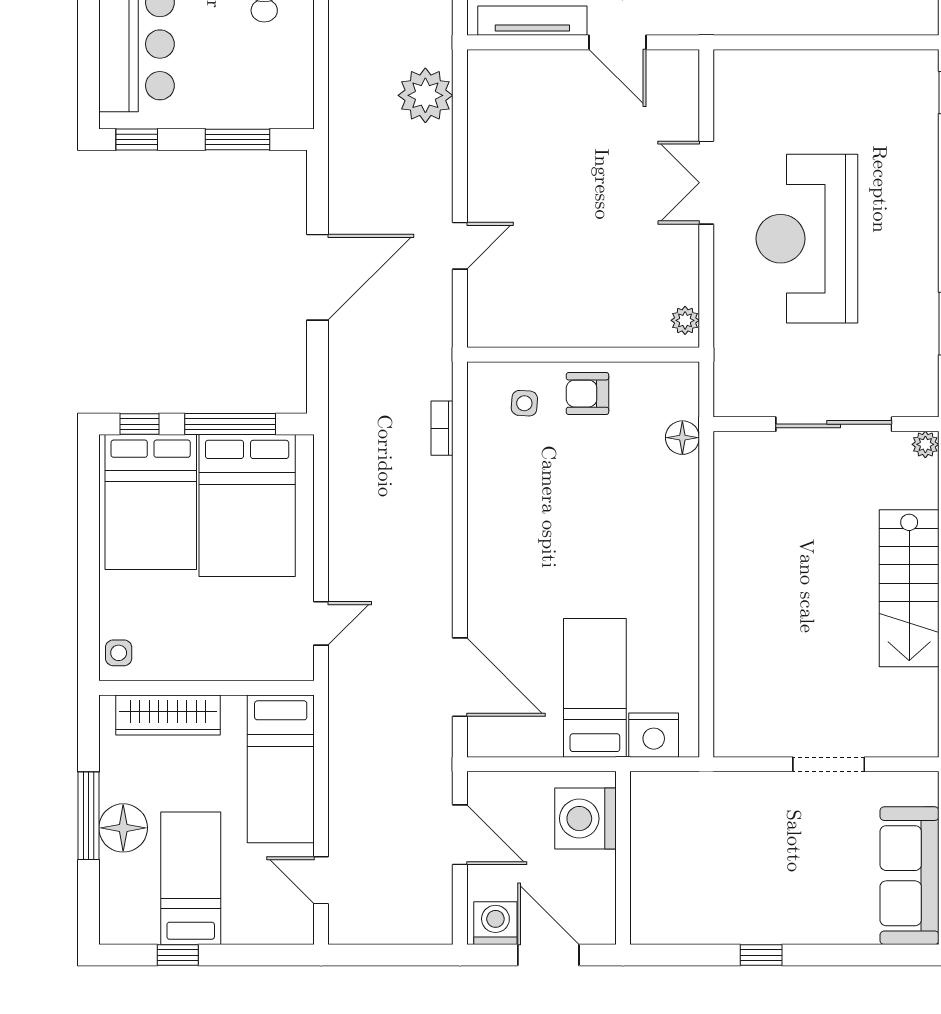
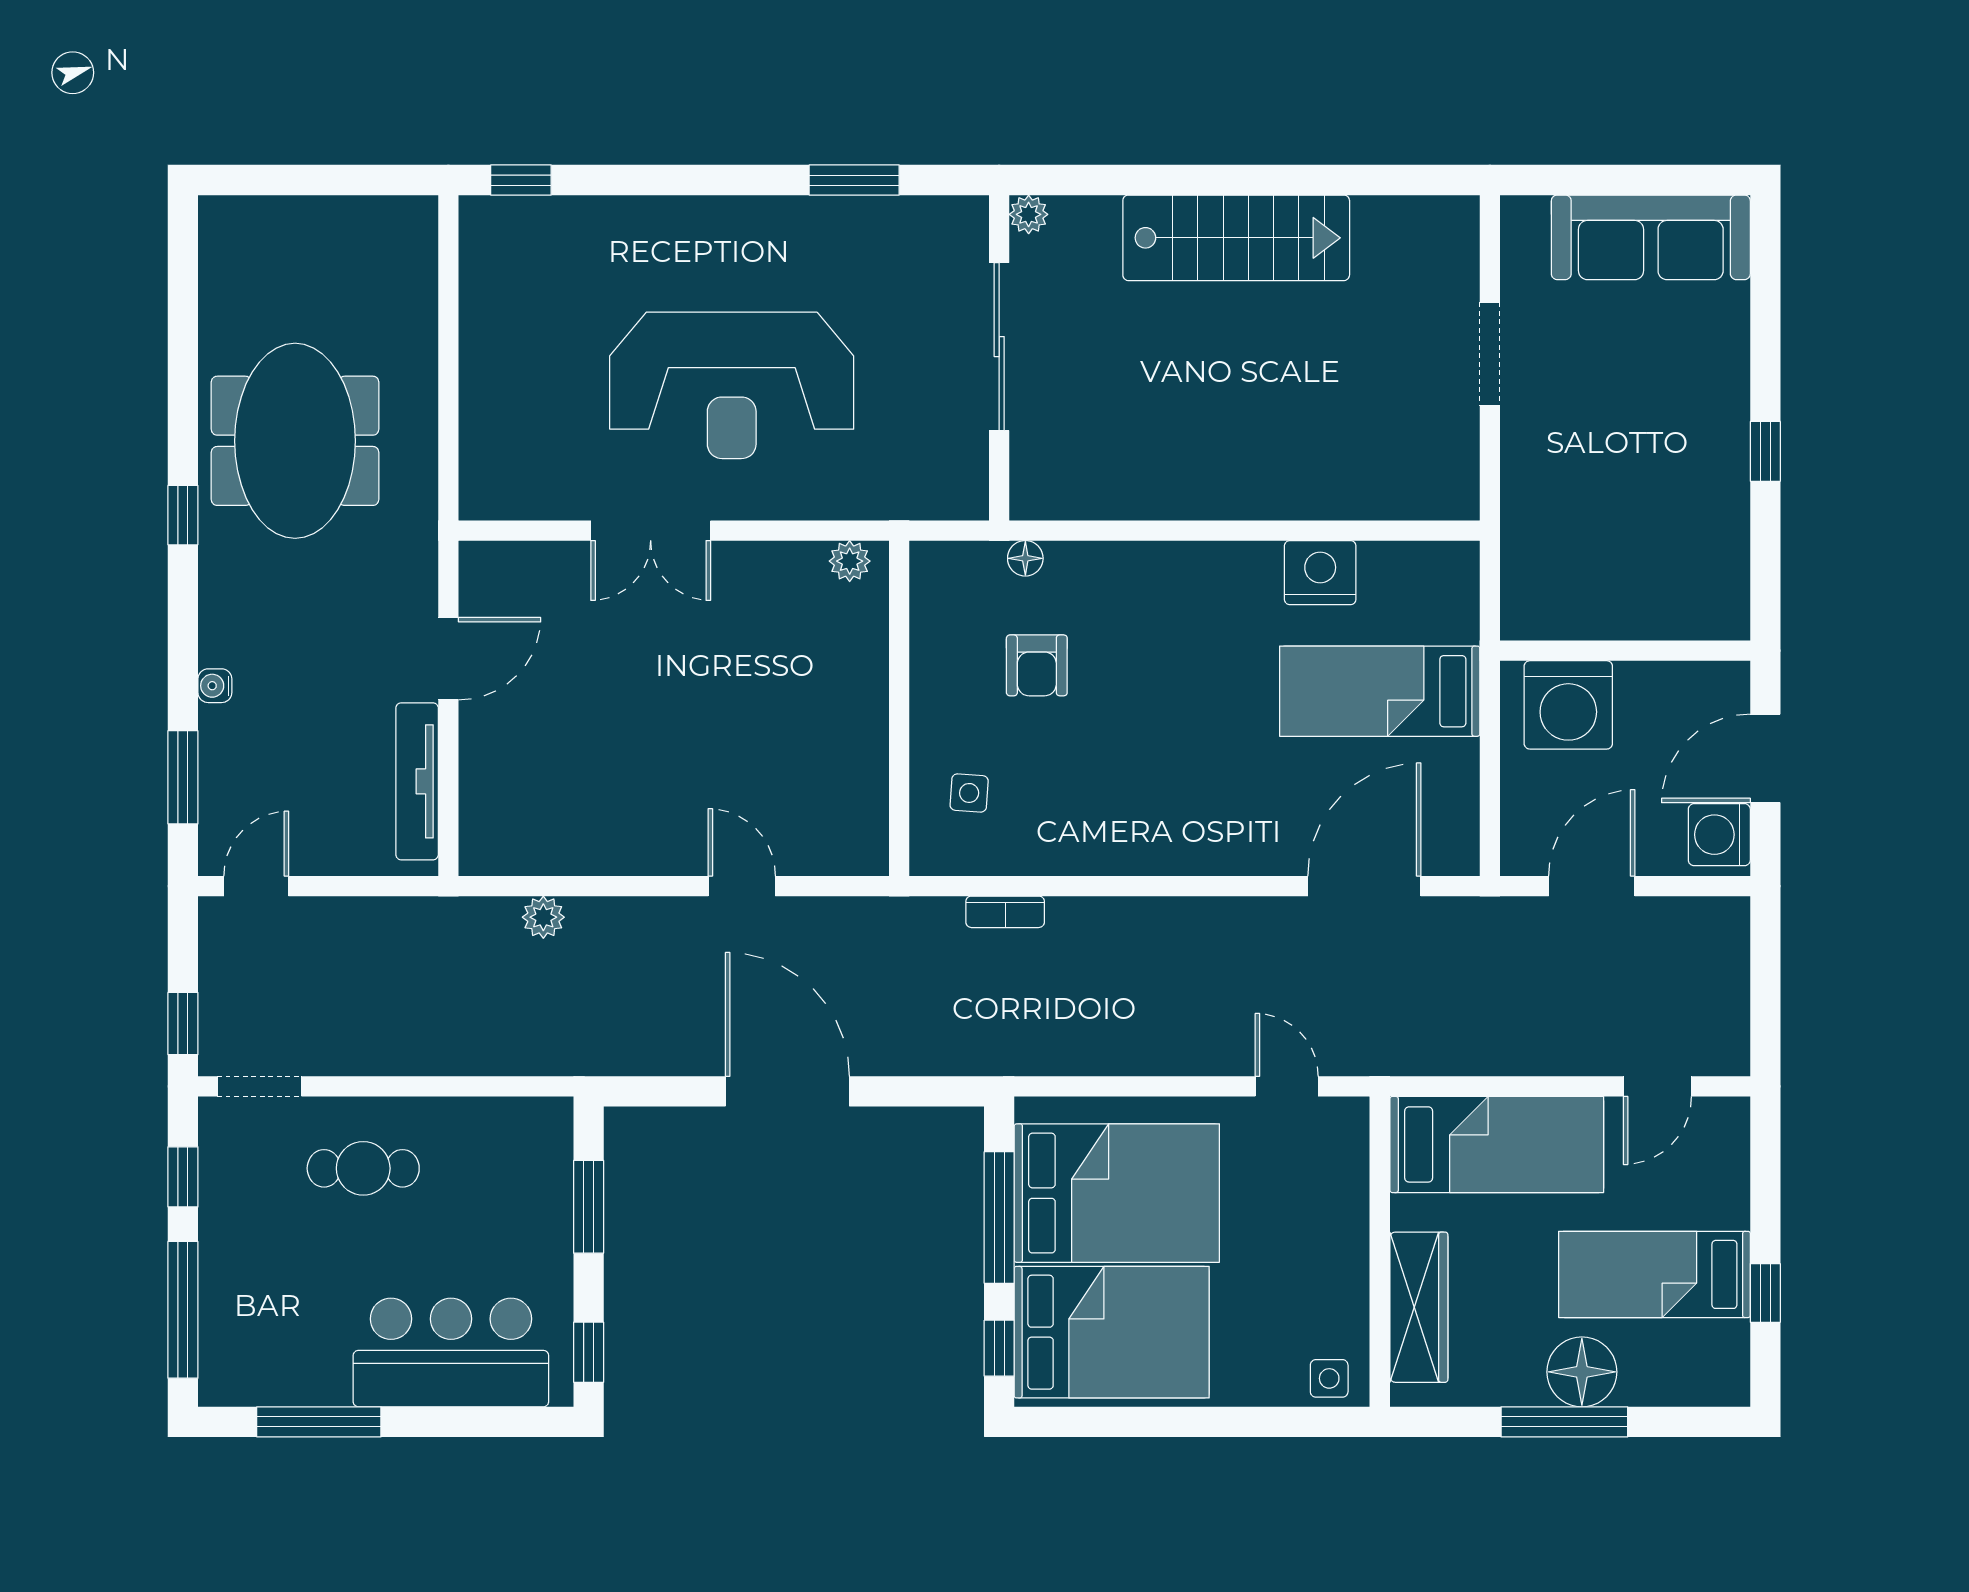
plant: (425, 95) -> (543, 917), width x0.53, depth x0.53
armchair: (587, 394) -> (1037, 665), moved
floor lamp: (682, 438) -> (1025, 558), width x0.73, depth x0.73
nightstand: (654, 735) -> (1320, 573), moved, turned -90

